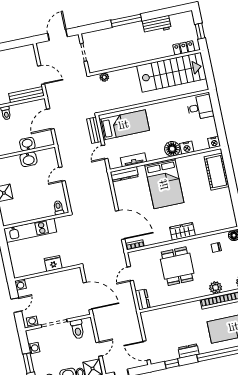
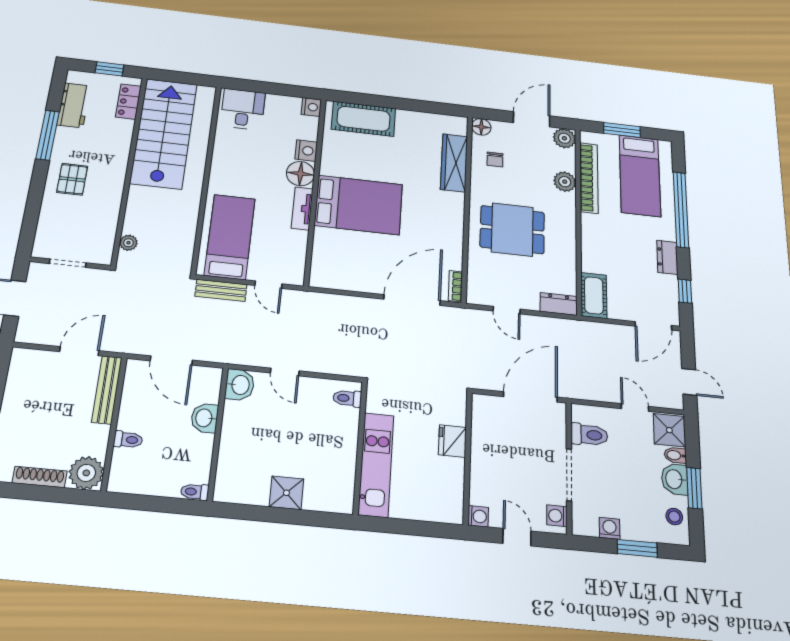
window: (126, 21) -> (48, 135), moved
workbench: (157, 25) -> (74, 105), moved
pallet: (130, 37) -> (72, 179), added
washbasin: (28, 159) -> (240, 385), moved
tv unit: (133, 160) -> (302, 208), moved
dresser: (124, 174) -> (321, 264), removed
wardrobe: (182, 231) -> (454, 163), moved, width x1.50
cot: (153, 317) -> (594, 295), added

